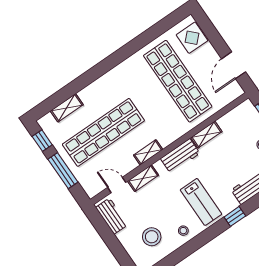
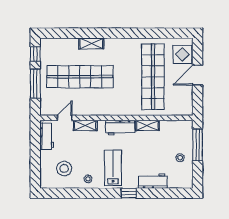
door: (234, 65) -> (198, 75), moved
shelving: (67, 108) -> (91, 43), moved
shelving: (148, 152) -> (100, 111), removed
door: (117, 185) -> (65, 118), hinge flipped
lab bench: (201, 202) -> (113, 168), turned 180

